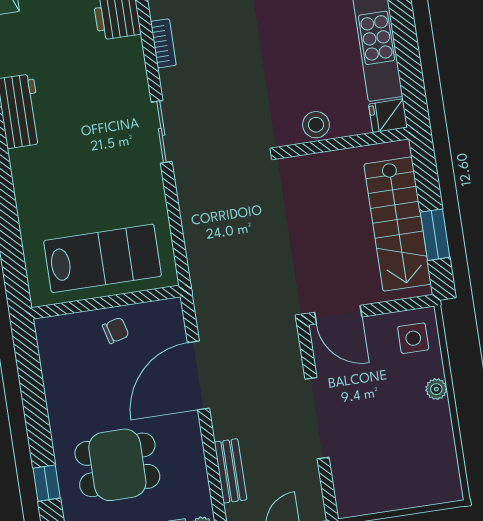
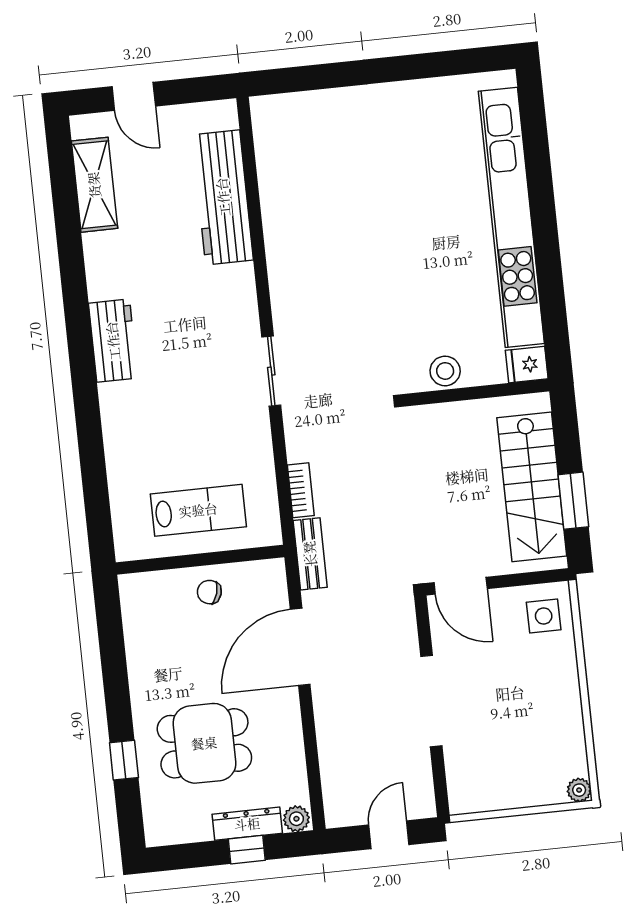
bookcase: (163, 43) -> (301, 490), moved
lab bench: (103, 258) -> (198, 510), width x0.73, depth x0.72
chair: (116, 330) -> (209, 592), turned -149
plant: (436, 389) -> (579, 790), moved
bench: (231, 471) -> (310, 554), moved

